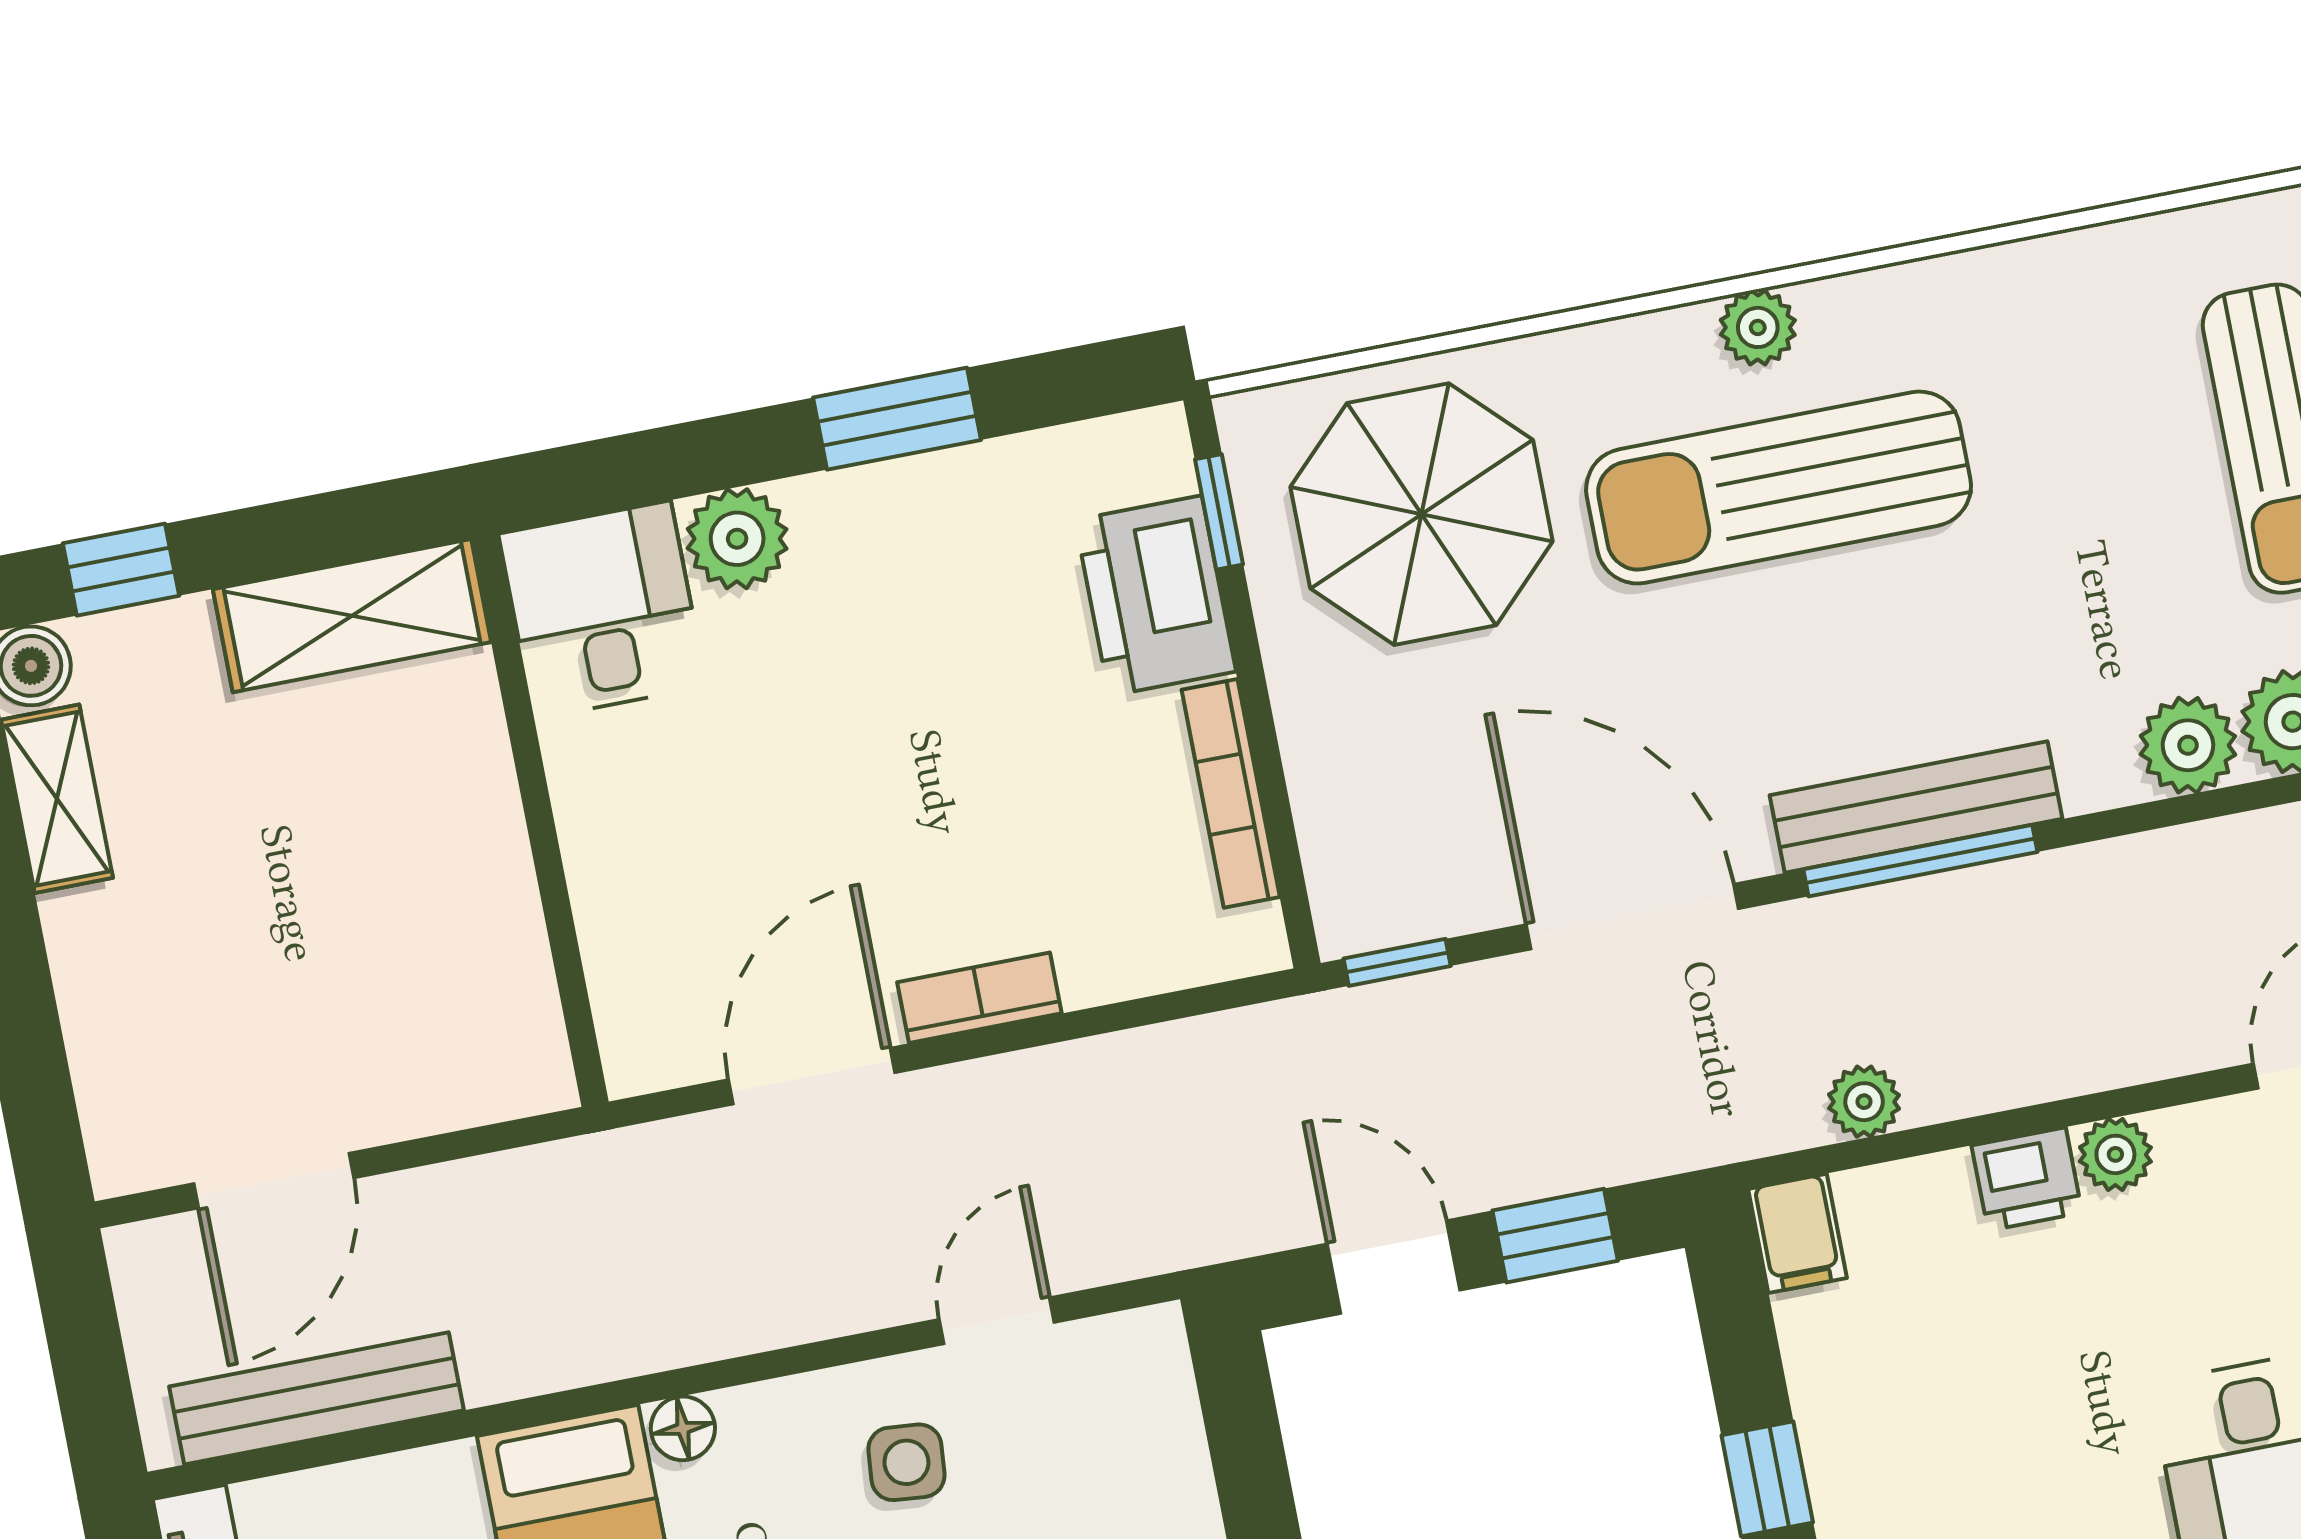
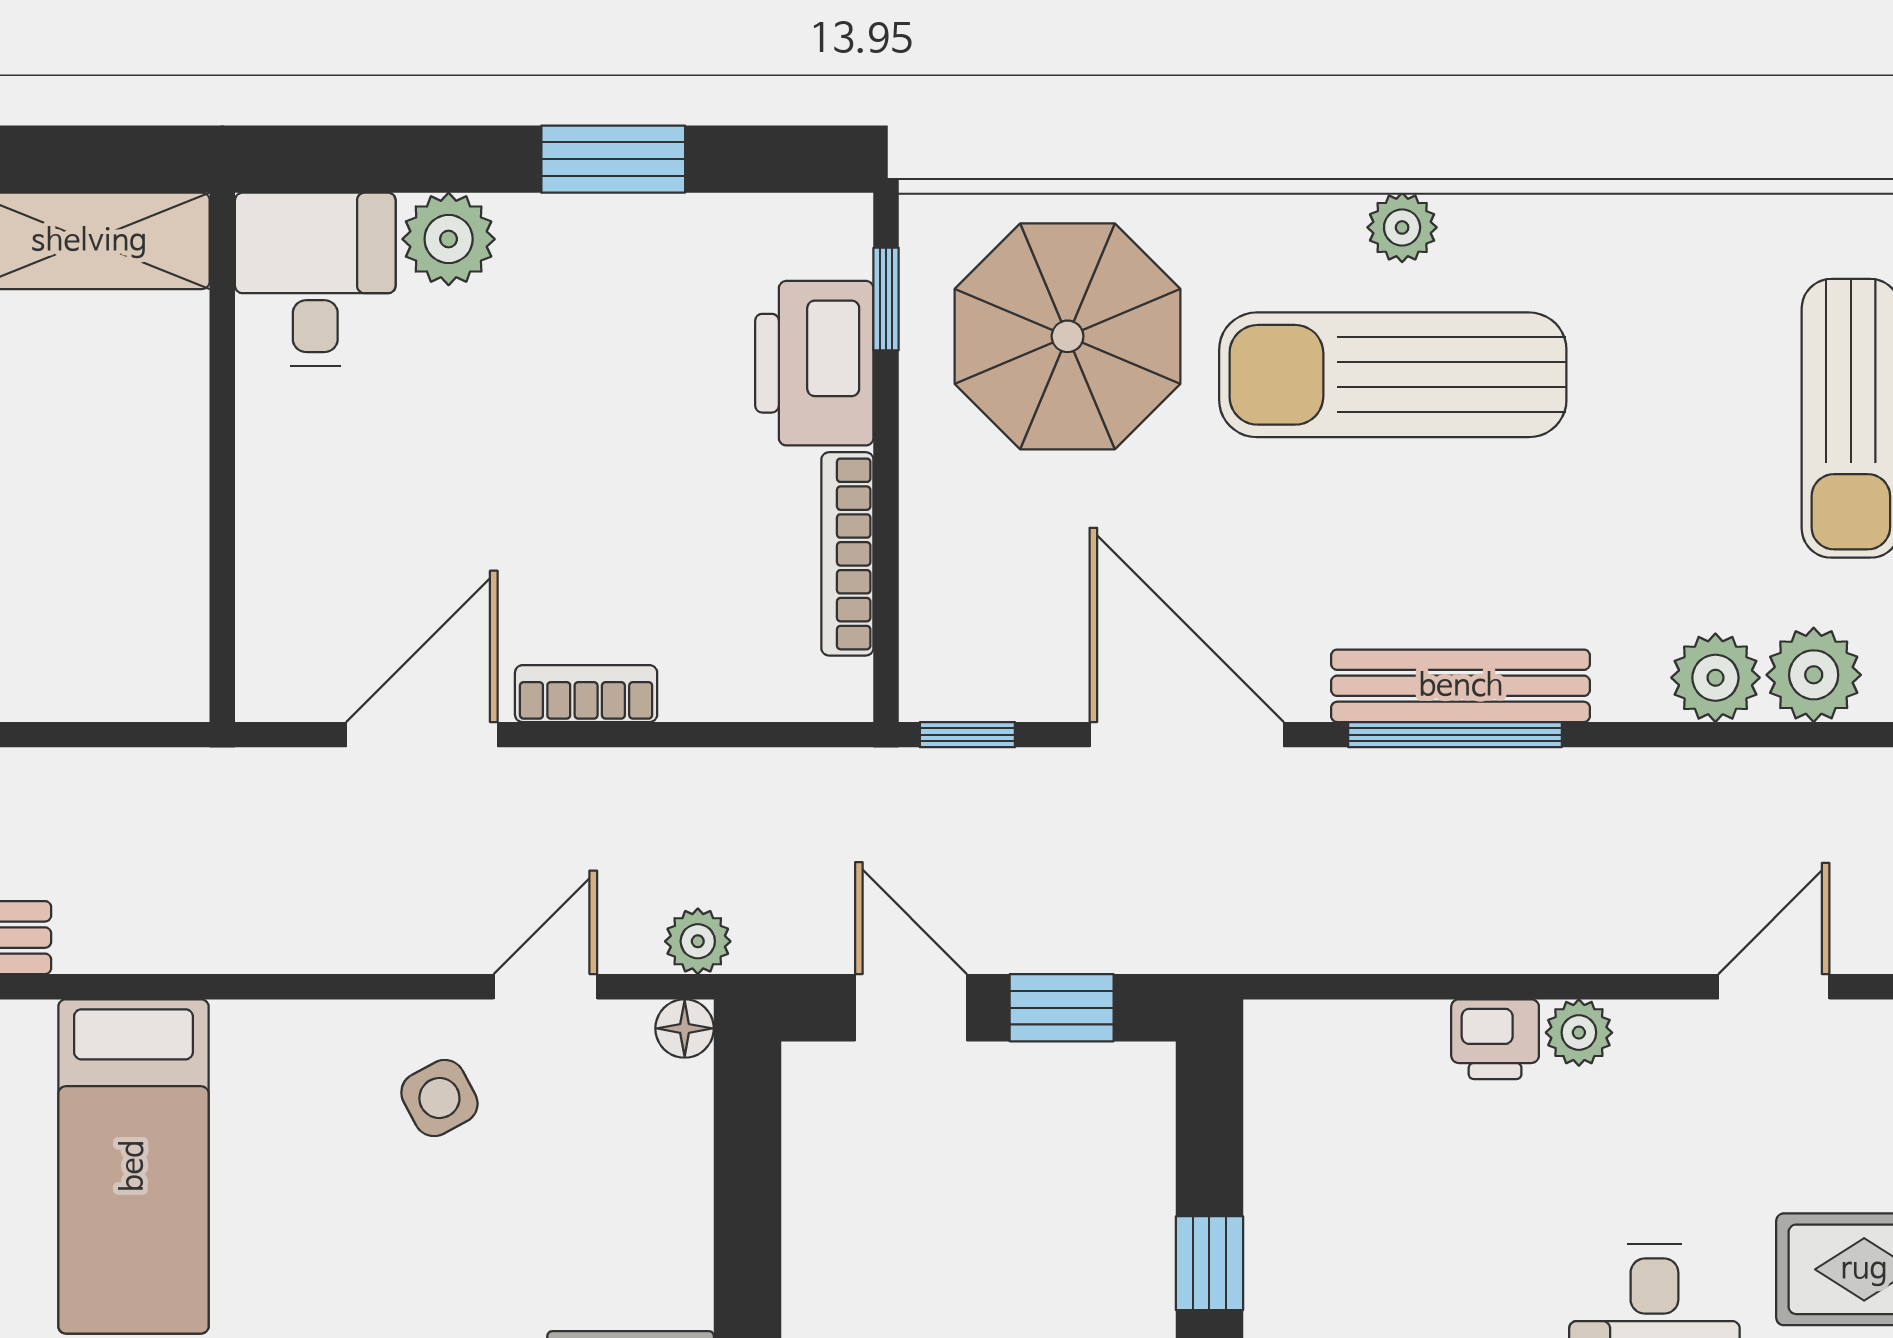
plant: (1864, 1102) -> (698, 941), moved
filing cabinet: (1797, 1233) -> (1280, 1048), removed
floor lamp: (683, 1428) -> (685, 1028), moved
side table: (906, 1462) -> (439, 1098), turned -33

